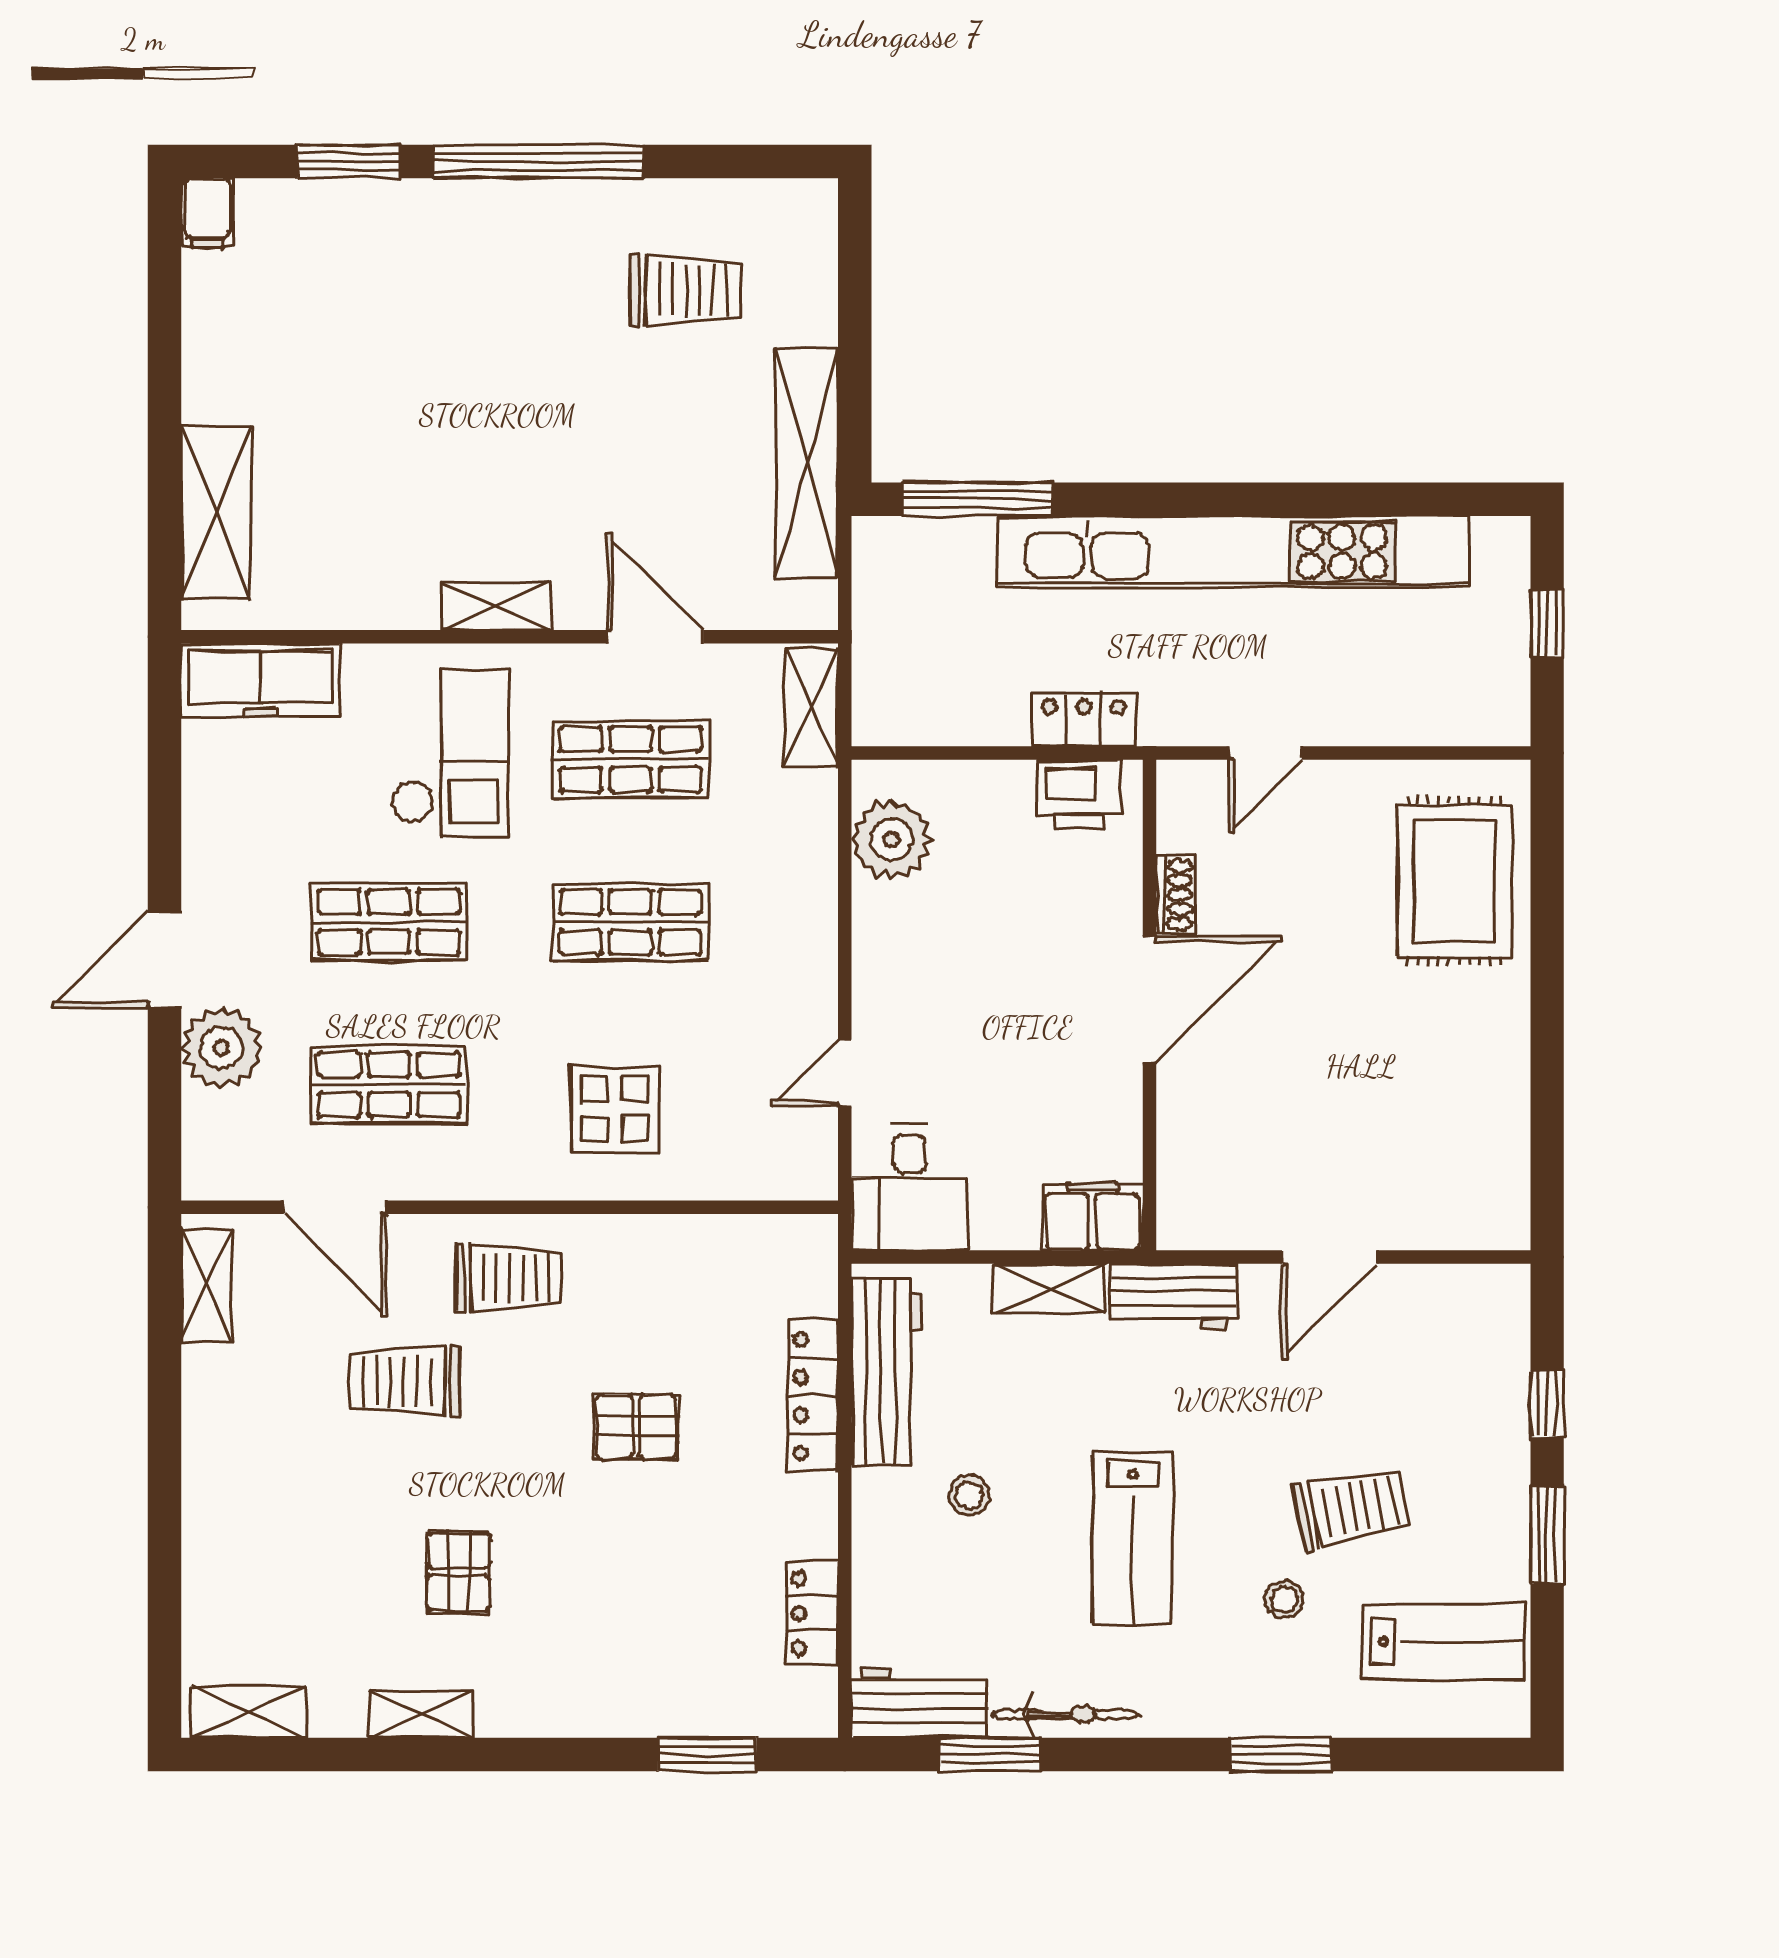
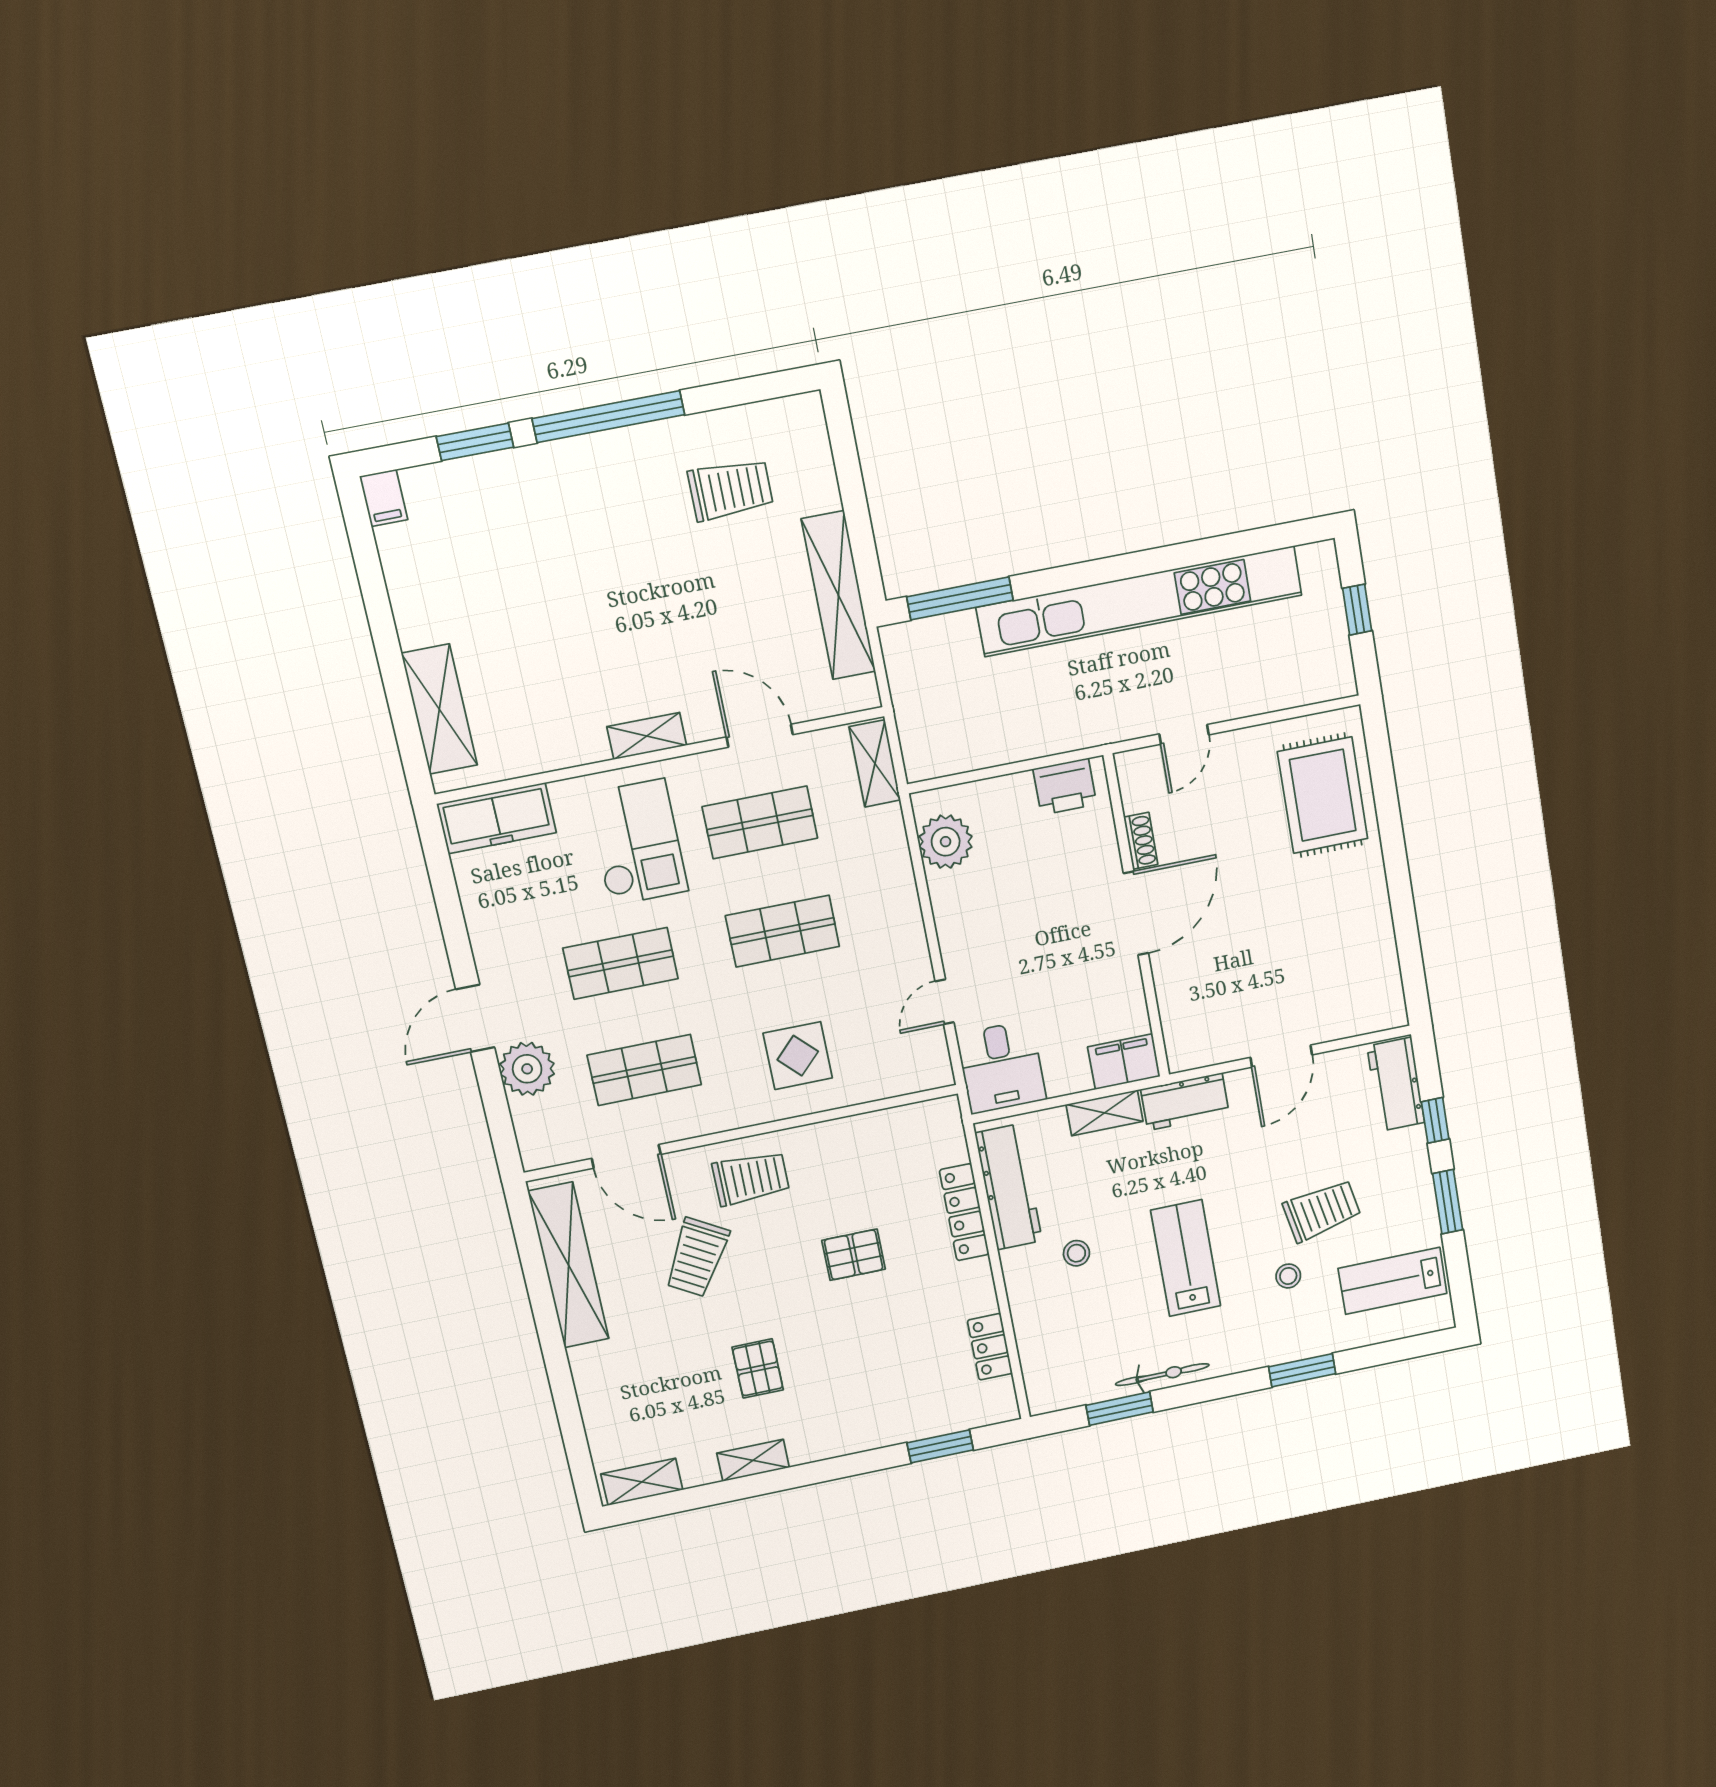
locker: (1084, 720) -> (1059, 736), removed
shelving: (207, 1285) -> (569, 1265), width x2.20, depth x1.33
trolley: (405, 1381) -> (697, 1257), turned -60
lab bench: (1133, 1538) -> (1186, 1258), turned 180
lab bench: (1443, 1642) -> (1393, 1281), turned 180
workbench: (919, 1703) -> (1396, 1084), moved, turned -90

